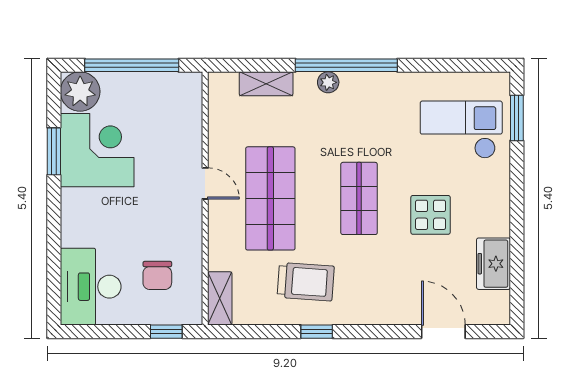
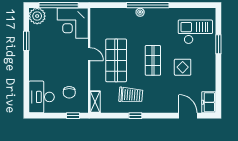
shelving: (266, 84) -> (114, 13), removed
window: (517, 118) -> (218, 44), moved
corner desk: (97, 150) -> (73, 23), moved, turned 180
freezer: (494, 264) -> (209, 102), moved

